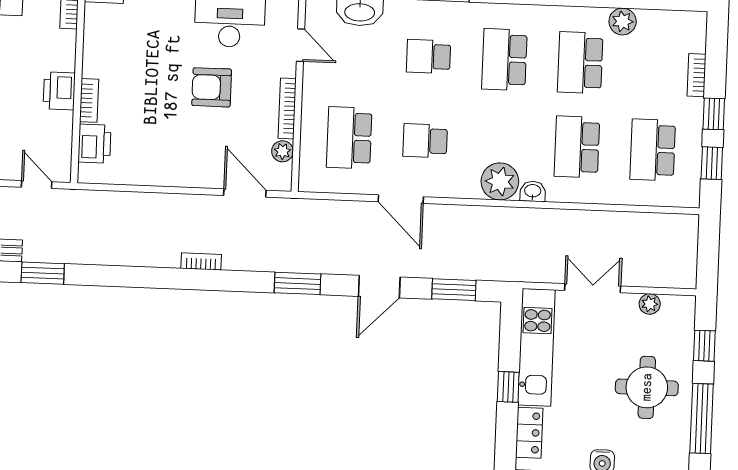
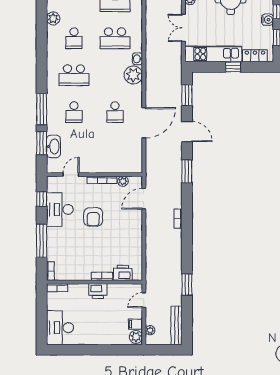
school desk: (580, 63) -> (74, 38), width x0.54
school desk: (349, 138) -> (115, 149), removed
door: (401, 199) -> (144, 123), width x1.36
window: (43, 273) -> (187, 285), moved

